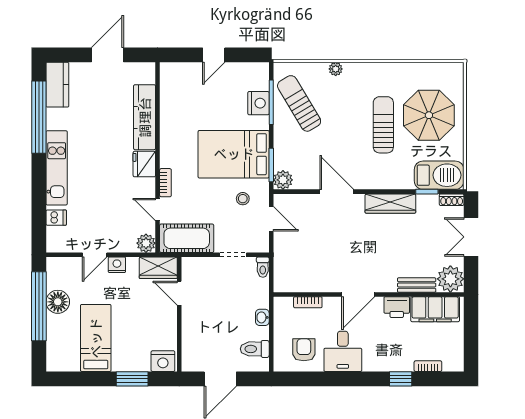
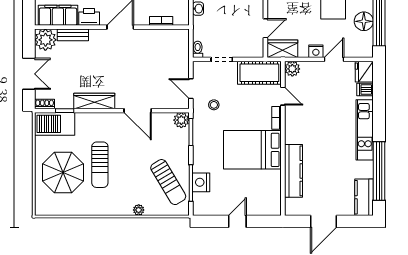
bed: (234, 154) -> (252, 150), moved, turned 180
fridge: (144, 164) -> (364, 72), moved, turned 180
door: (179, 293) -> (265, 28), hinge flipped

